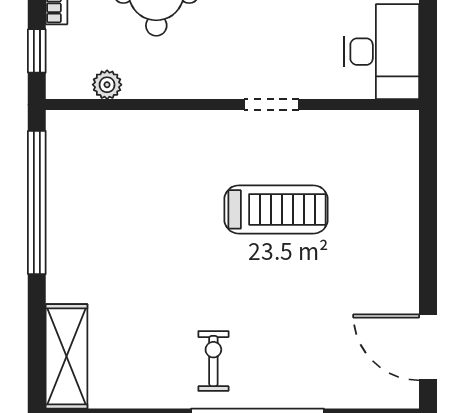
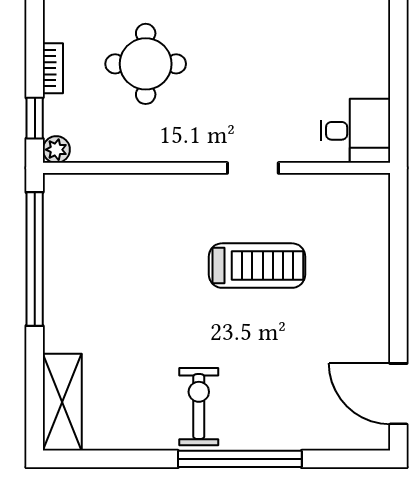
desk: (382, 52) -> (355, 131), width x0.73
plant: (107, 85) -> (56, 150), moved
exercise bike: (213, 361) -> (199, 407), width x1.38, depth x1.39

